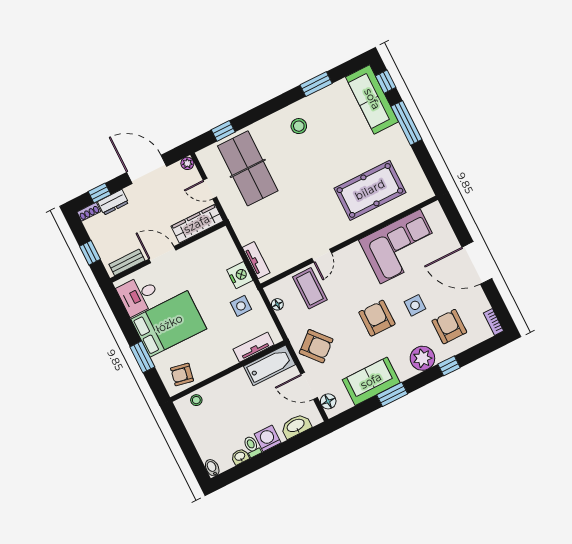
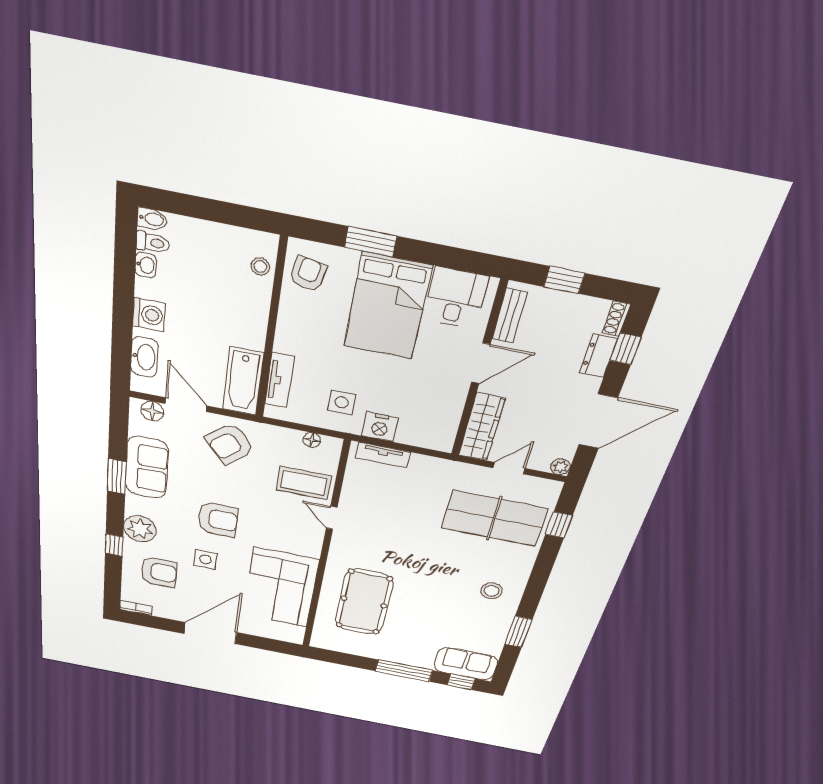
sofa: (372, 99) -> (466, 664), width x0.73
door: (309, 386) -> (186, 405), hinge flipped
toilet: (252, 446) -> (153, 243), moved

